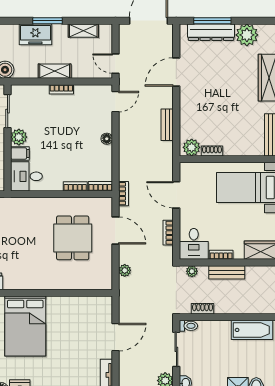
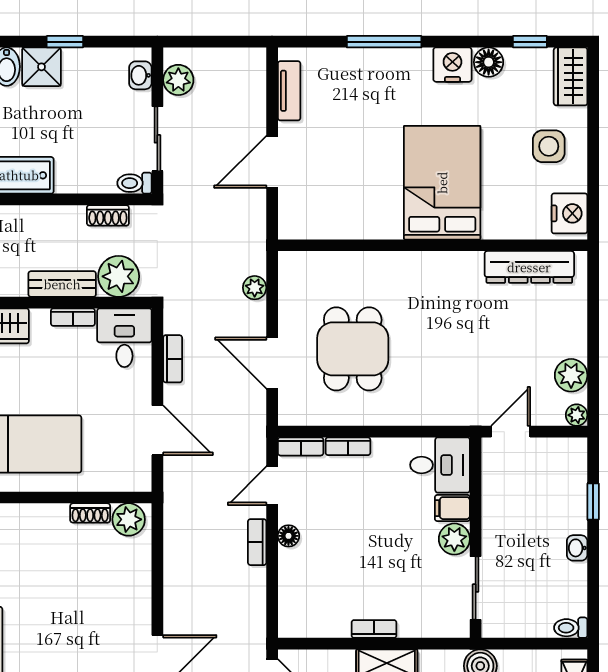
door: (115, 102) -> (272, 486), moved
bench: (167, 125) -> (175, 562), removed
bookcase: (123, 194) -> (257, 542), moved
plant: (192, 271) -> (119, 276), width x1.87, depth x1.87

